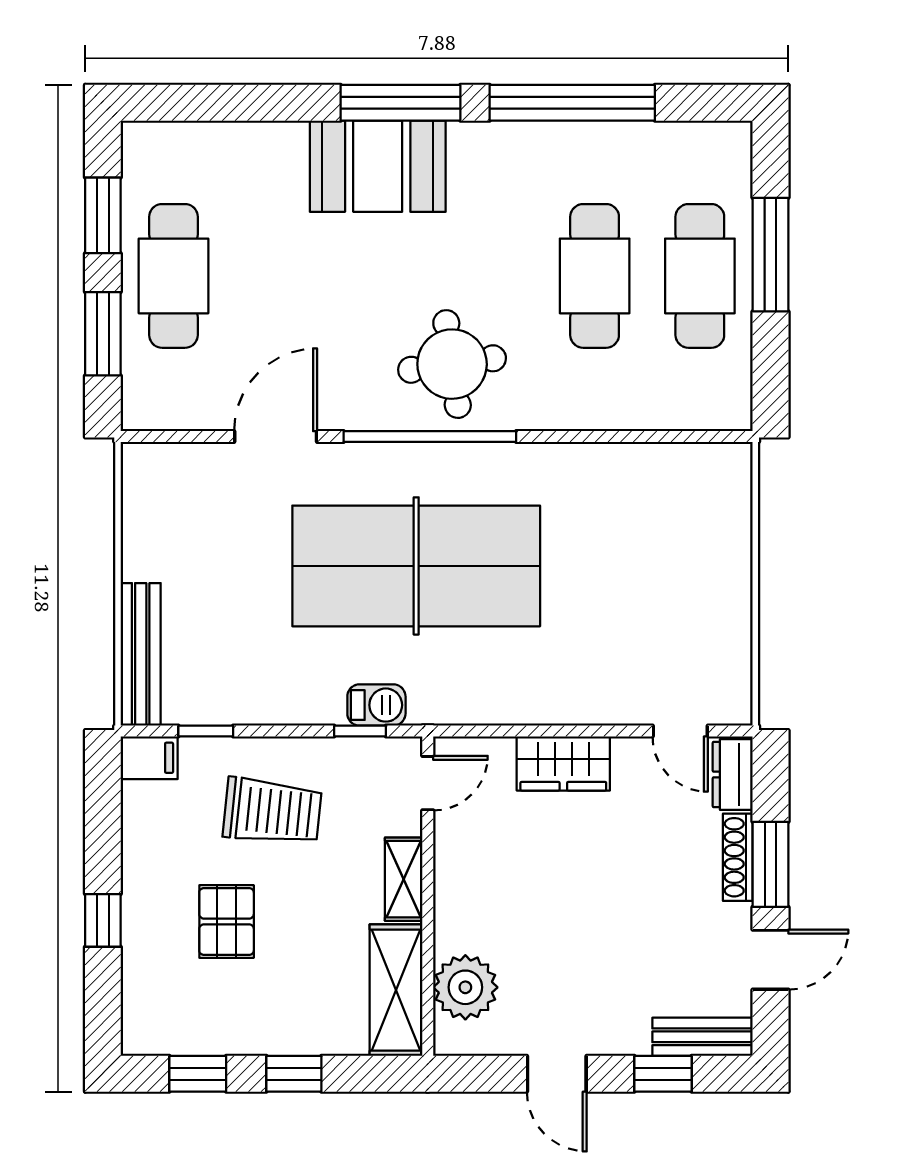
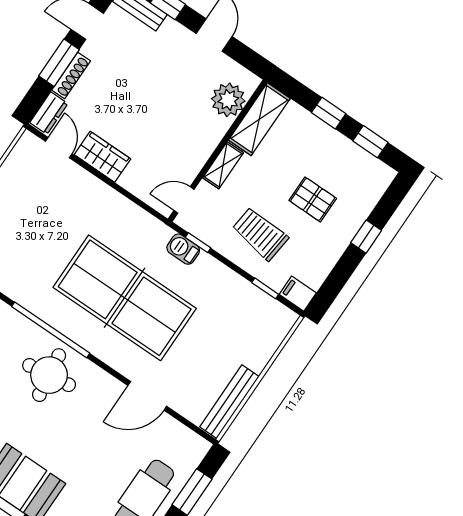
window: (430, 437) -> (51, 330), moved
bench: (141, 654) -> (229, 402), moved
wardrobe: (563, 763) -> (102, 157), moved
pallet: (227, 921) -> (313, 199), turned 90

